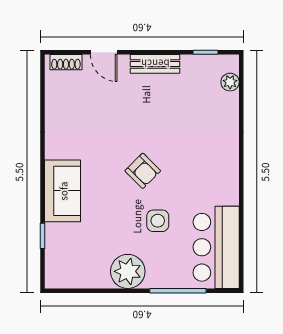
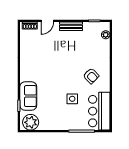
door: (104, 52) -> (47, 21), hinge flipped
armchair: (143, 171) -> (91, 76), moved
sofa: (63, 191) -> (28, 96), moved
plant: (128, 271) -> (31, 122), moved

